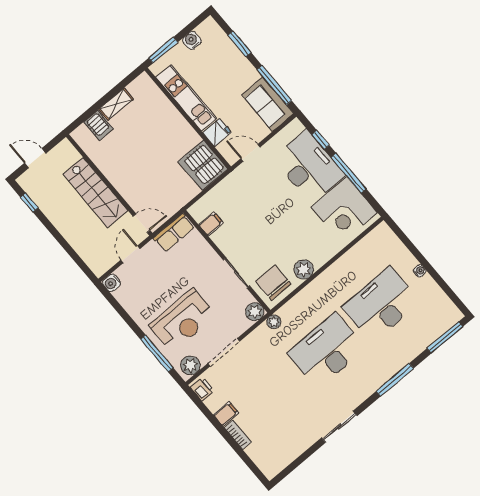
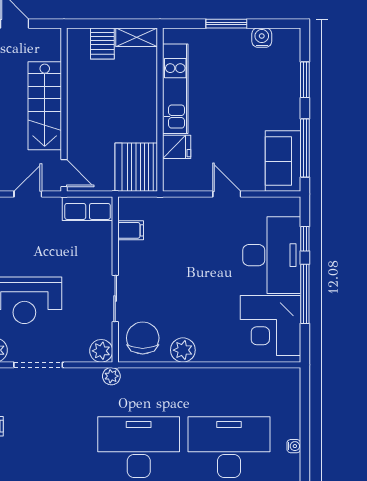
kitchen unit: (186, 98) -> (175, 89), moved
wall: (188, 118) -> (160, 110), moved
fridge: (217, 133) -> (177, 147), moved
server rack: (203, 165) -> (136, 167), moved

